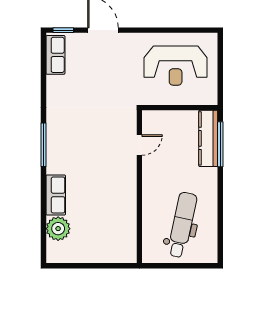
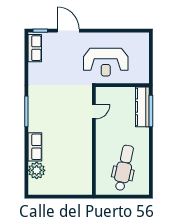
reception desk: (176, 66) -> (106, 62), moved

